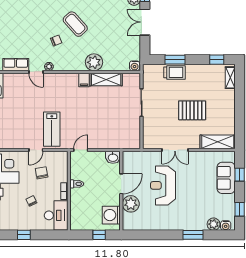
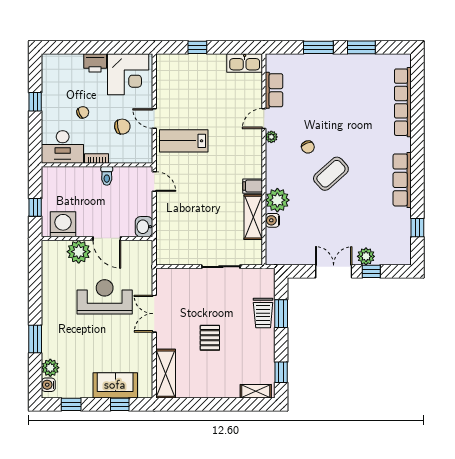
water cooler: (135, 66) -> (272, 220), moved
pallet: (192, 110) -> (210, 338), width x0.67, depth x0.71

